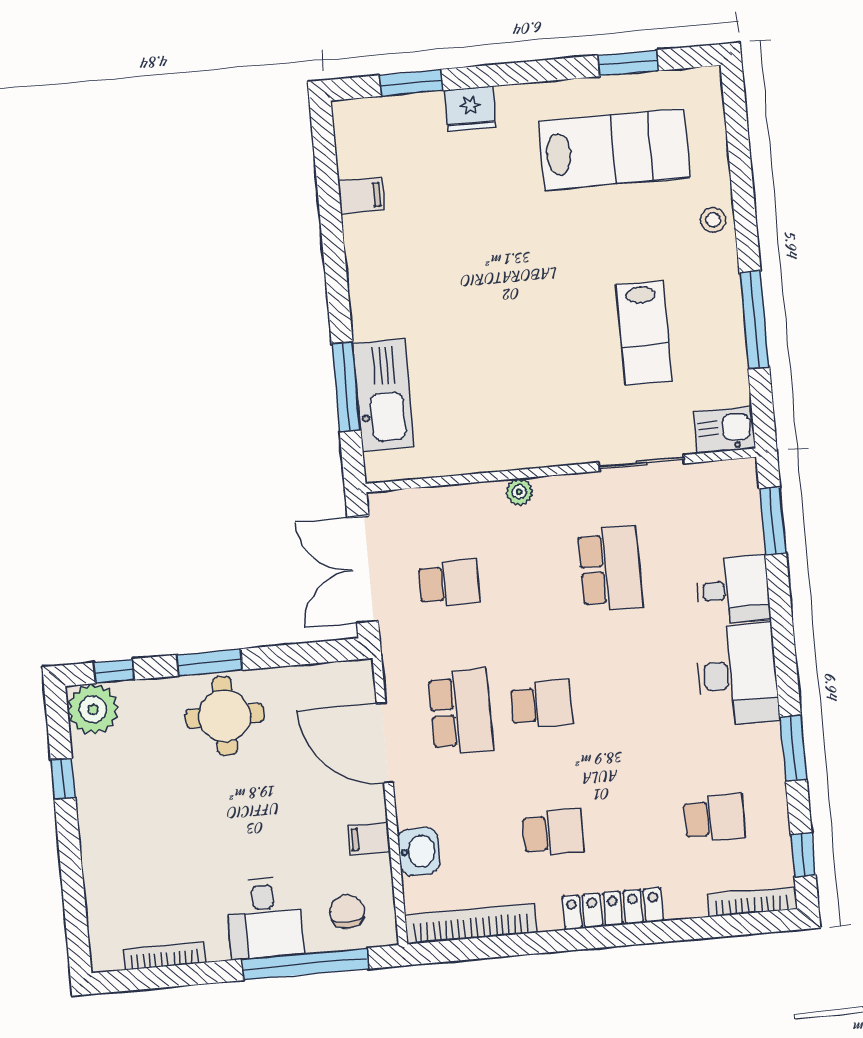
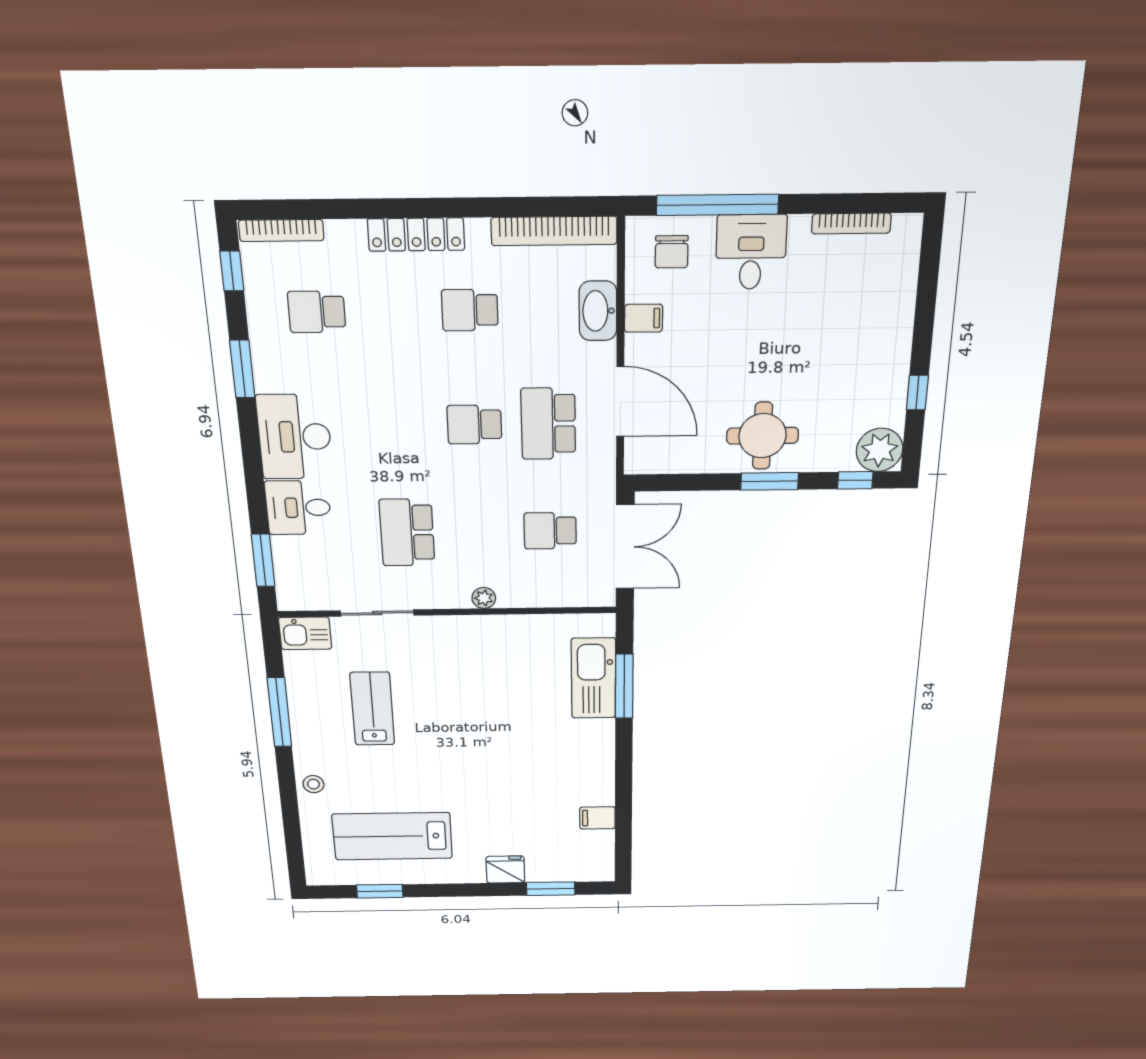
washbasin: (419, 851) -> (598, 311), width x1.38

